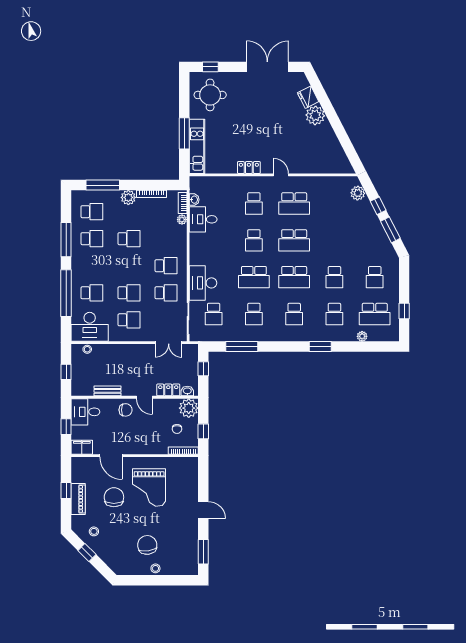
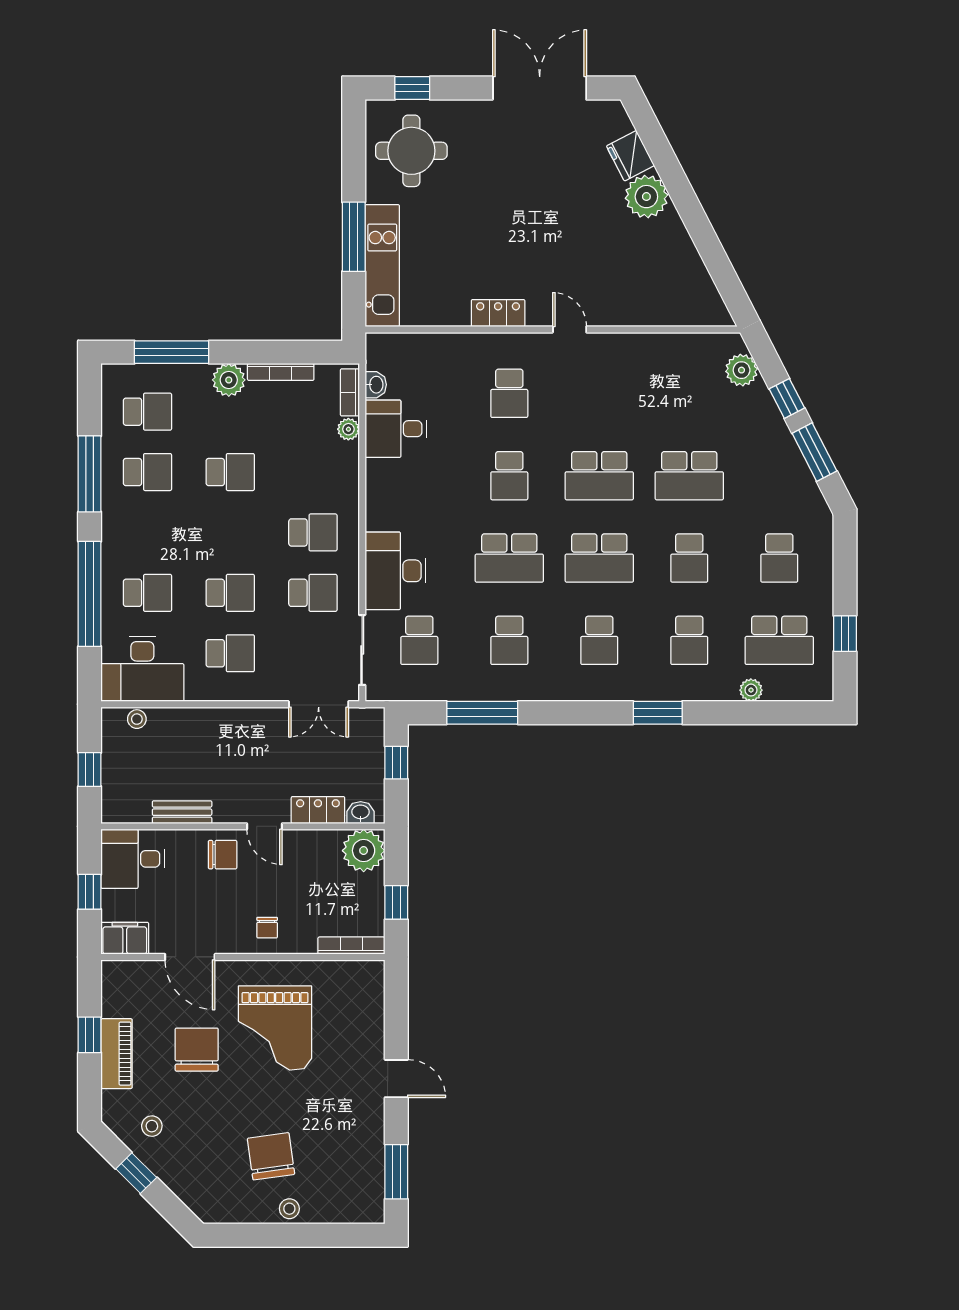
school desk: (294, 203) -> (689, 476), moved
chair: (177, 429) -> (267, 928), moved

